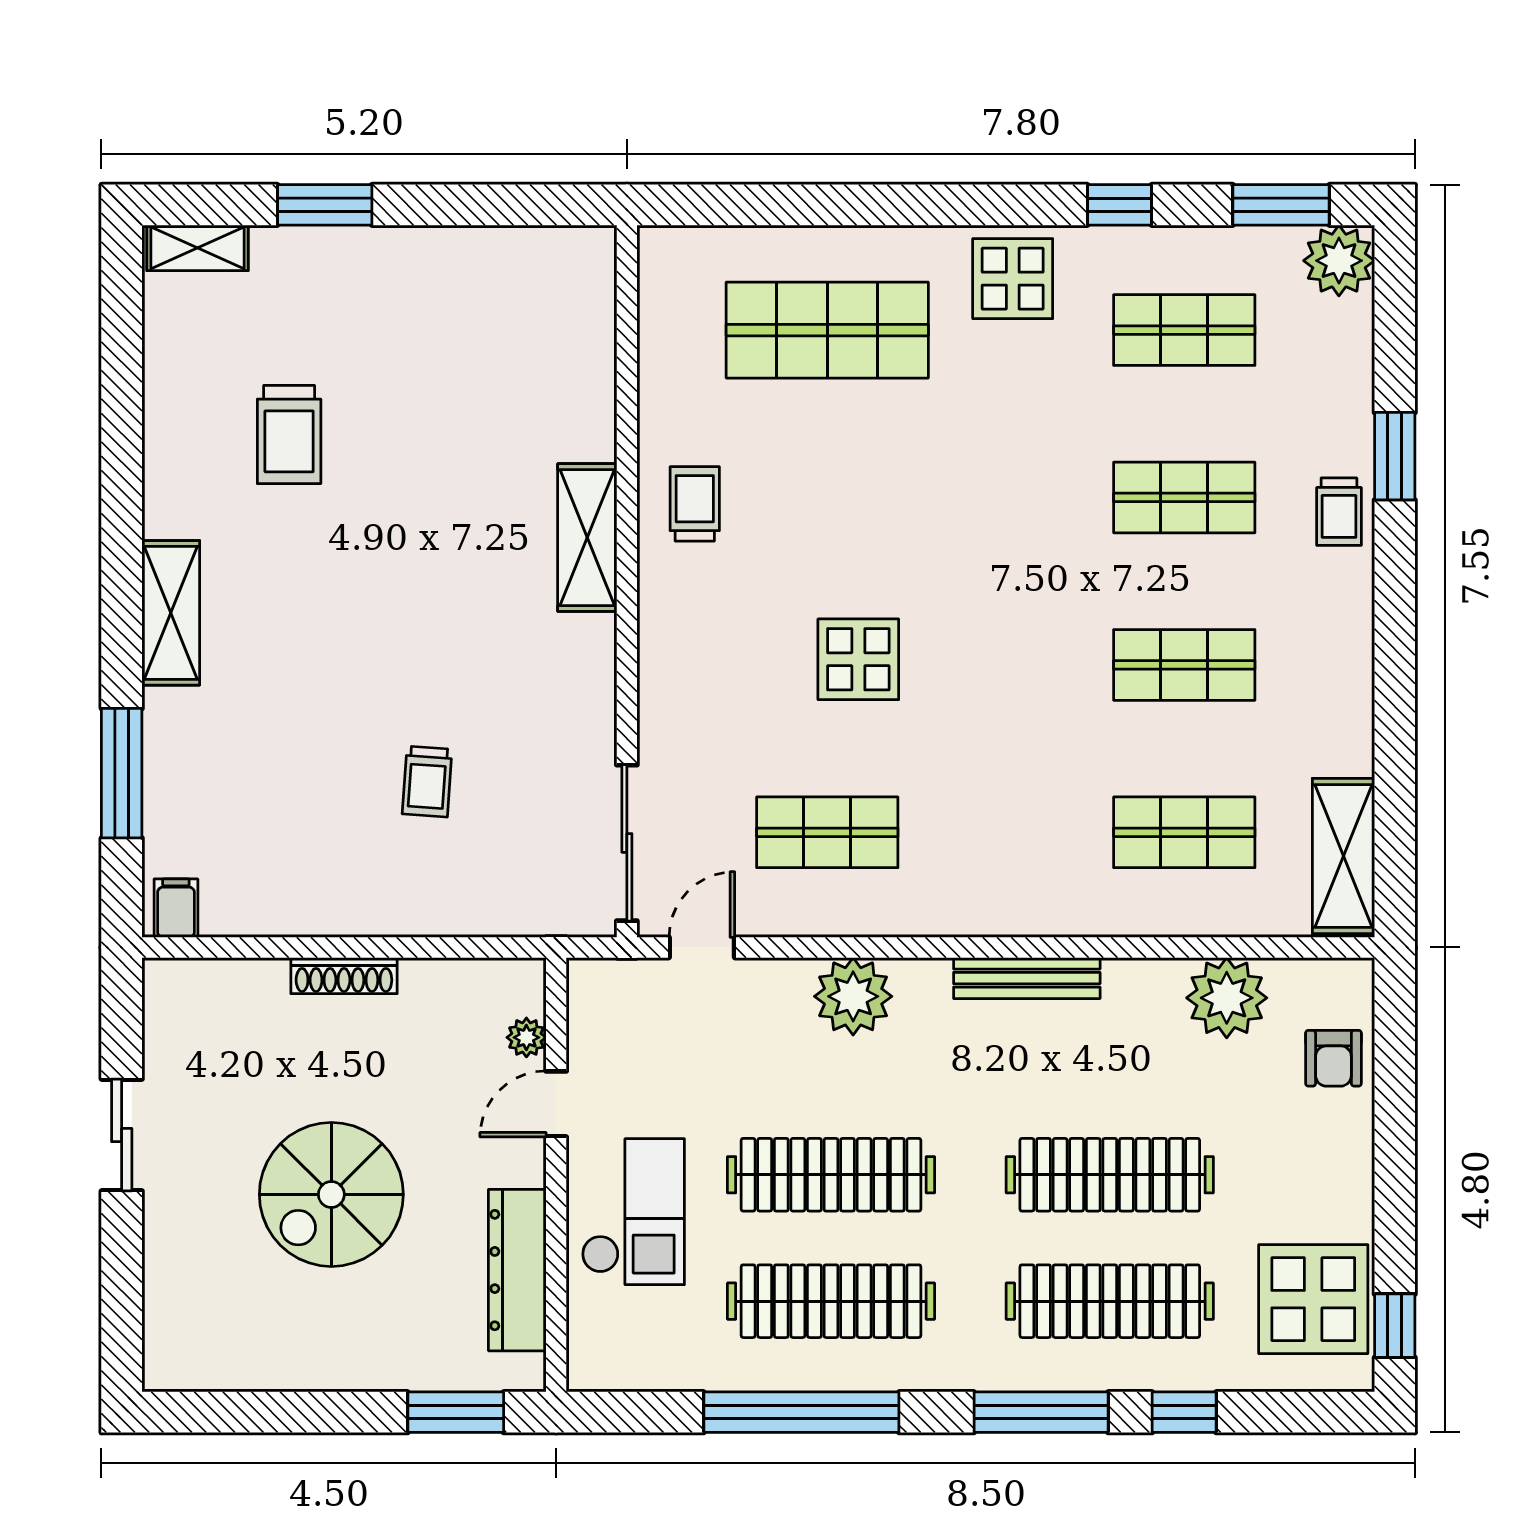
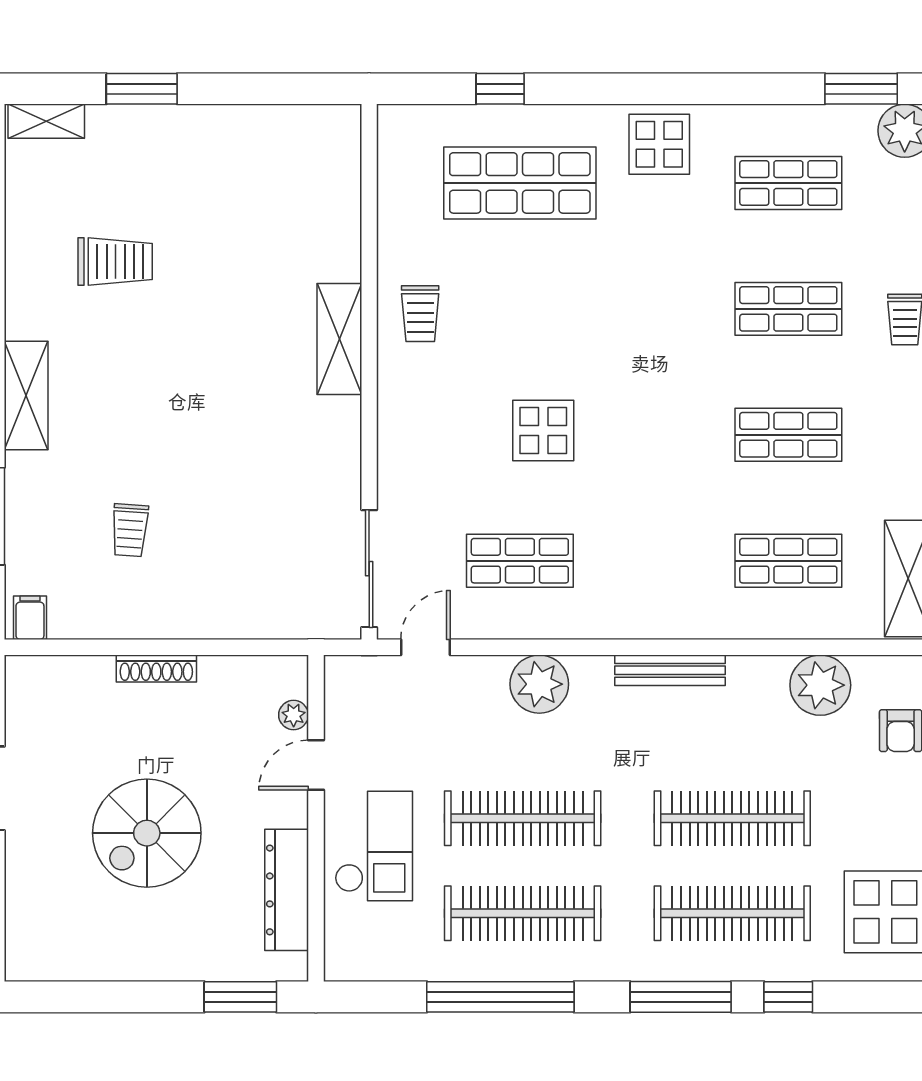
window: (1120, 205) -> (500, 89), moved
trolley: (289, 434) -> (115, 261), turned -90
trolley: (695, 504) -> (420, 314), turned 180
trolley: (427, 782) -> (130, 530), moved

